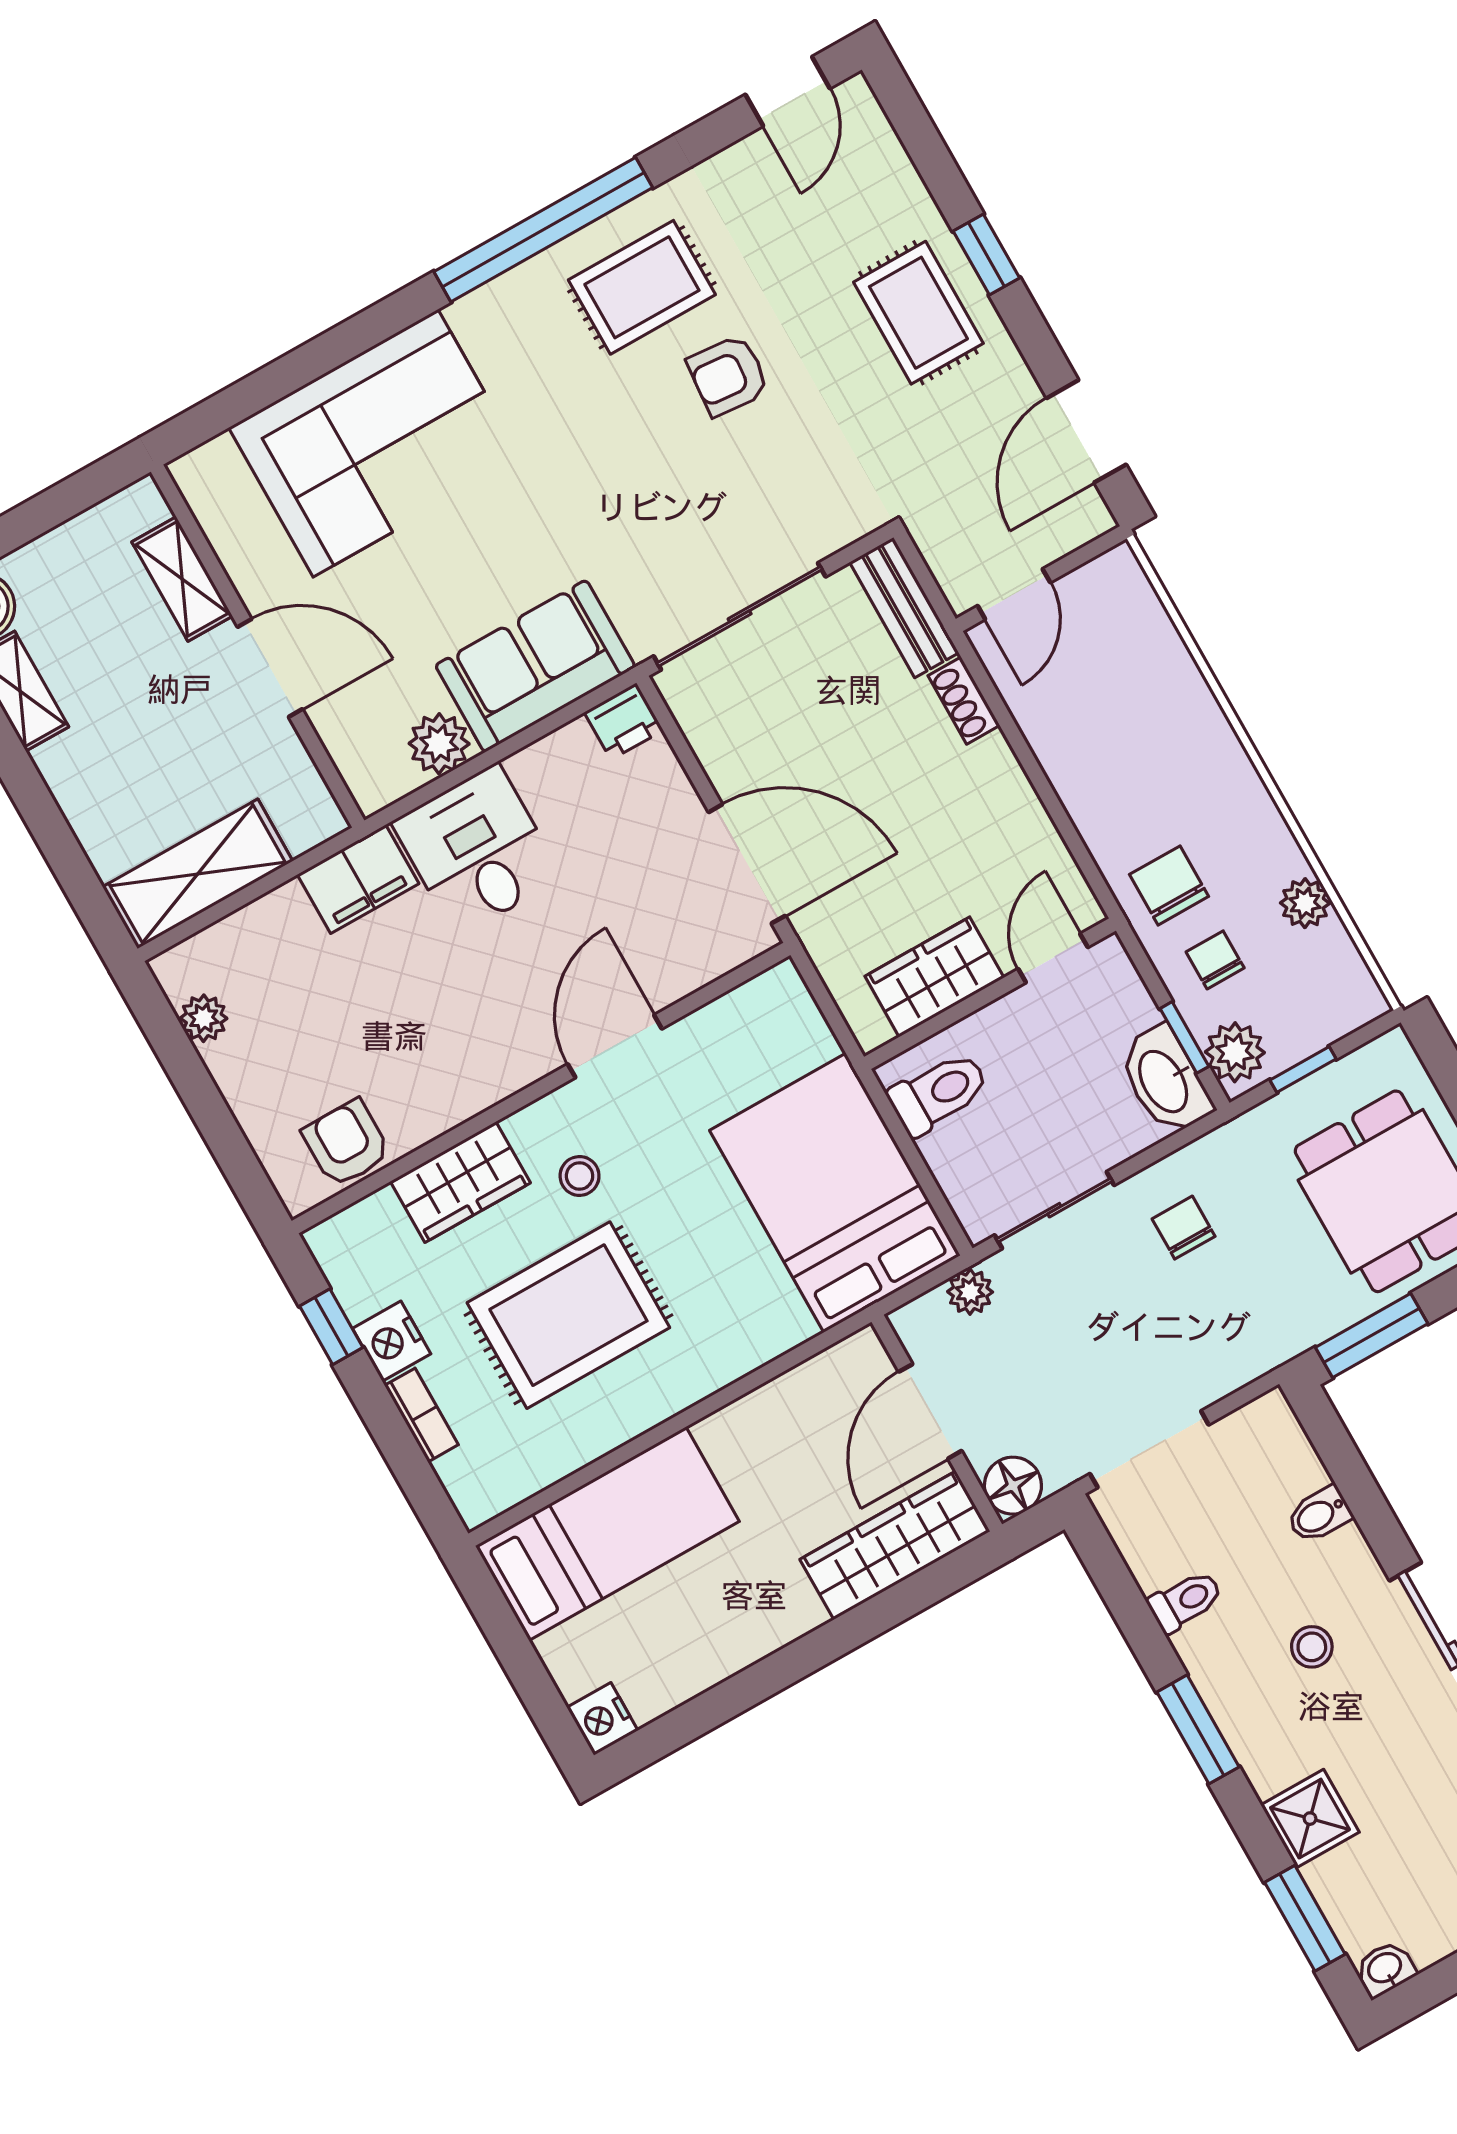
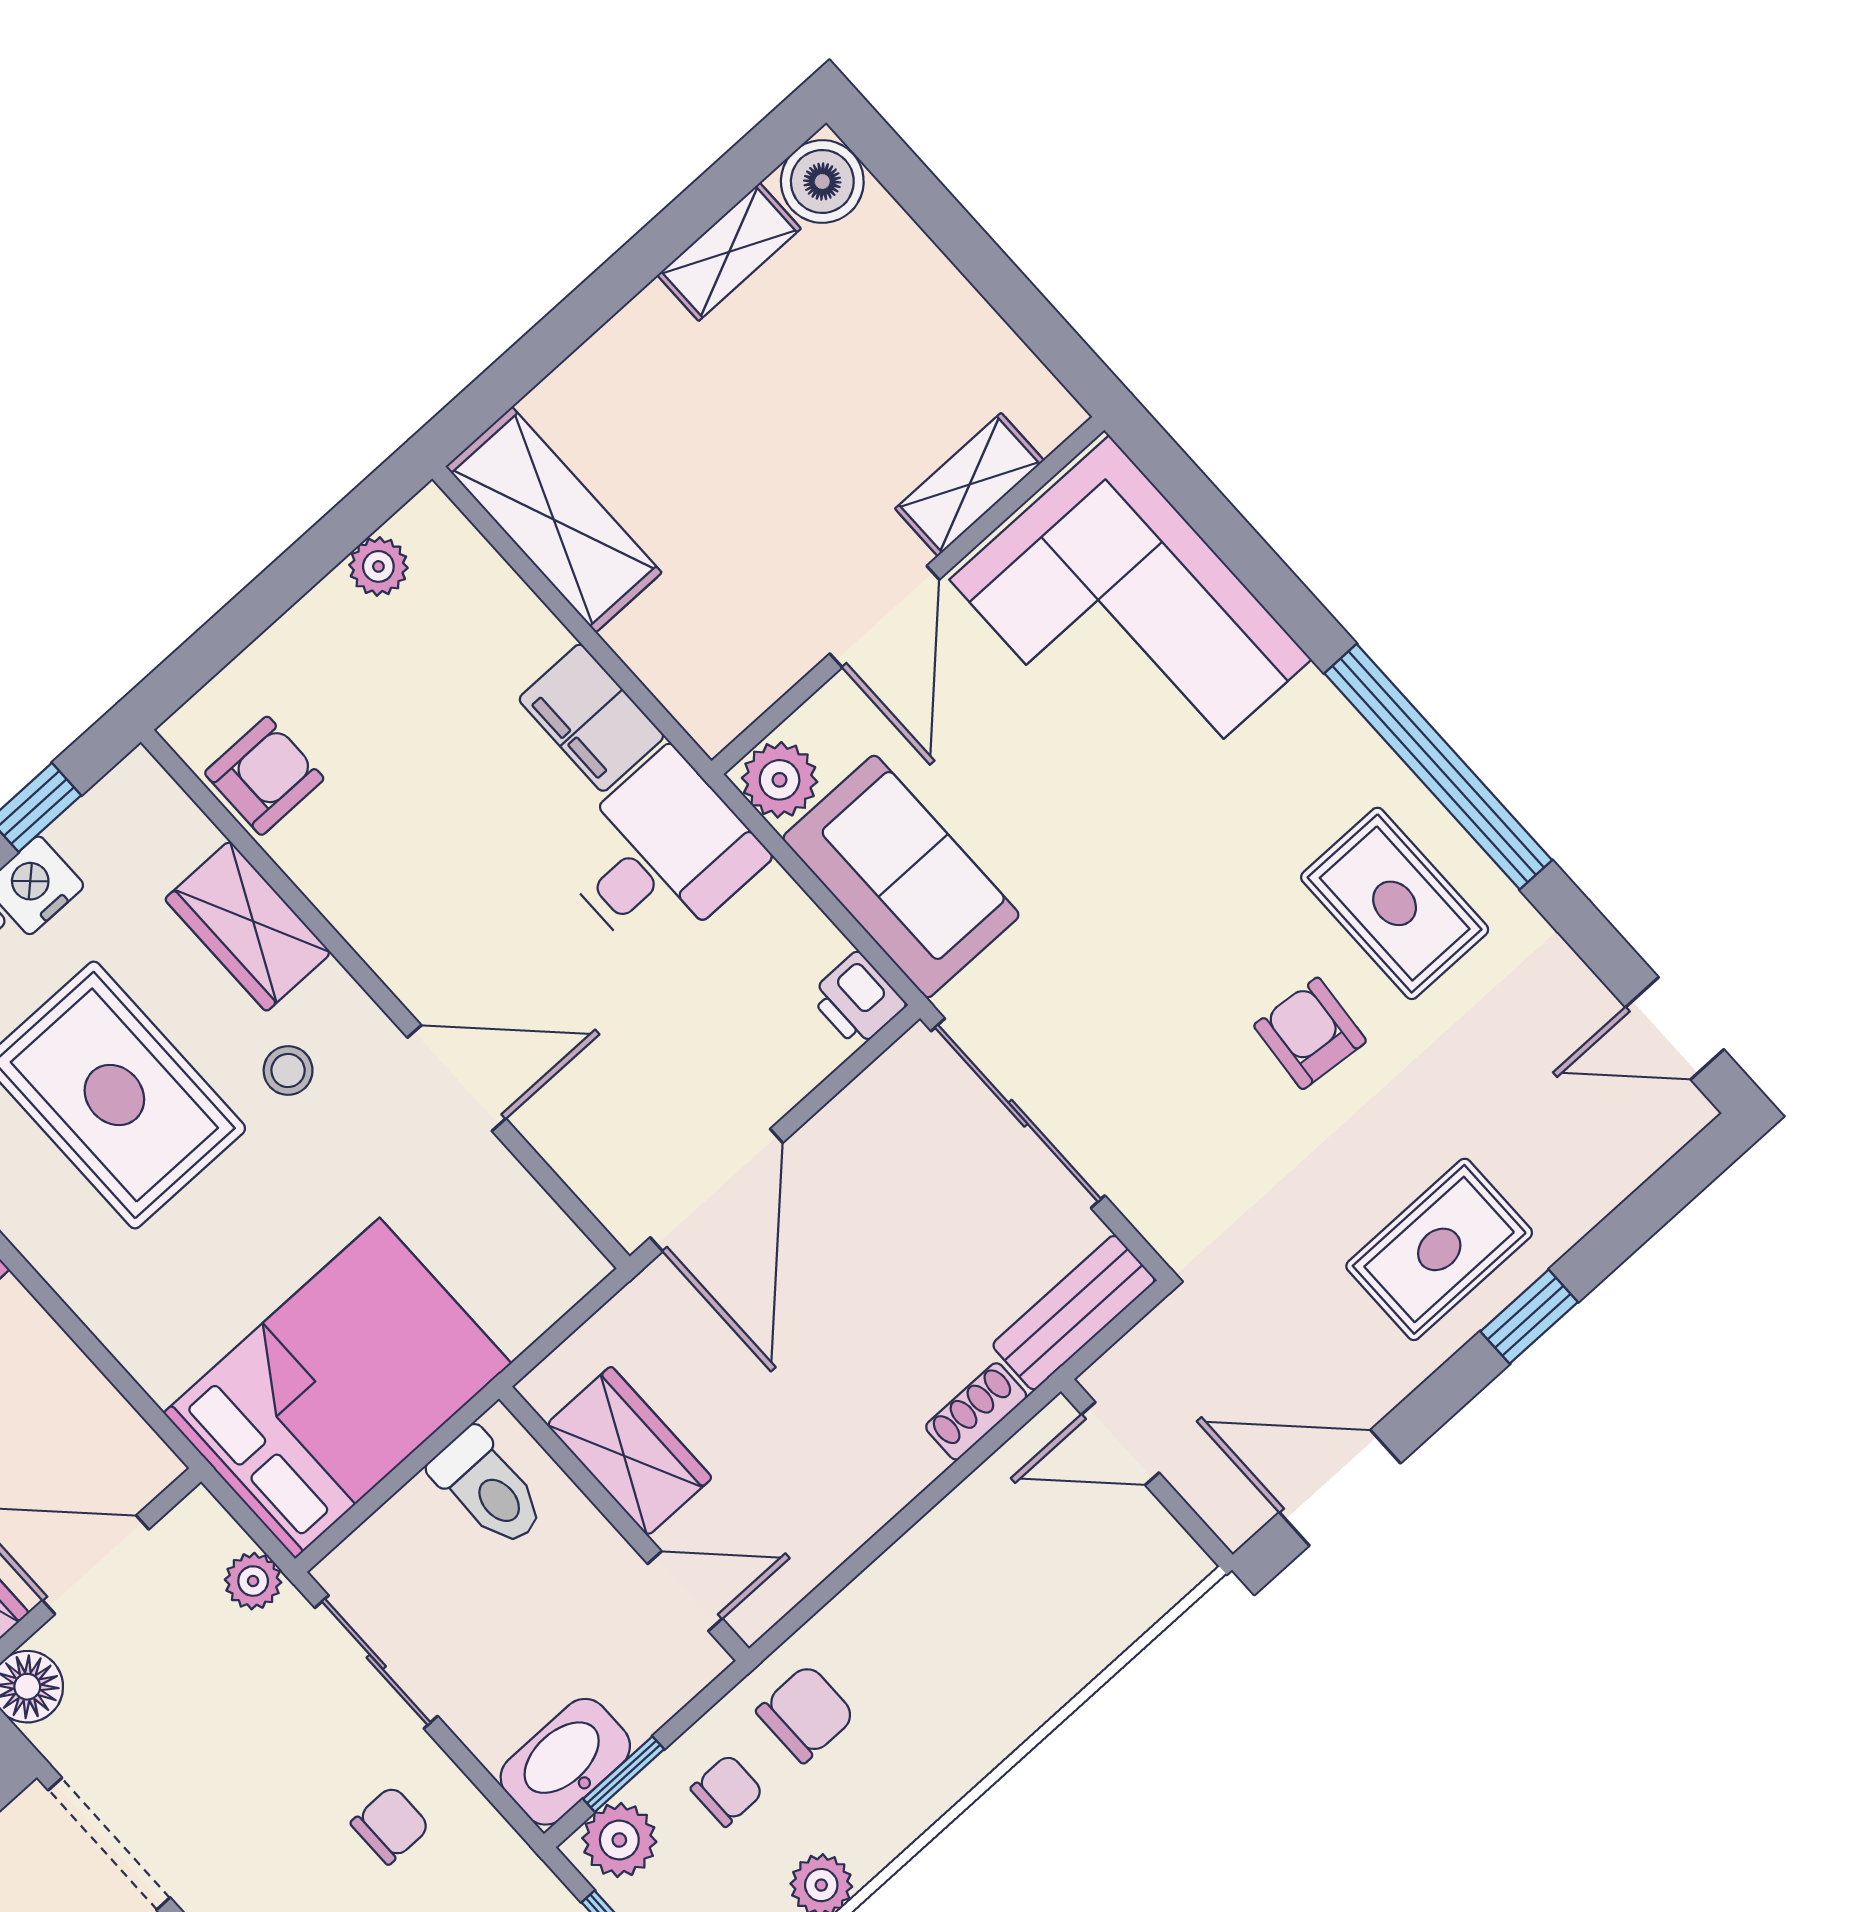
shelving: (182, 579) -> (970, 485), moved
wall: (258, 646) -> (908, 595), moved
door: (270, 668) -> (885, 617), moved

